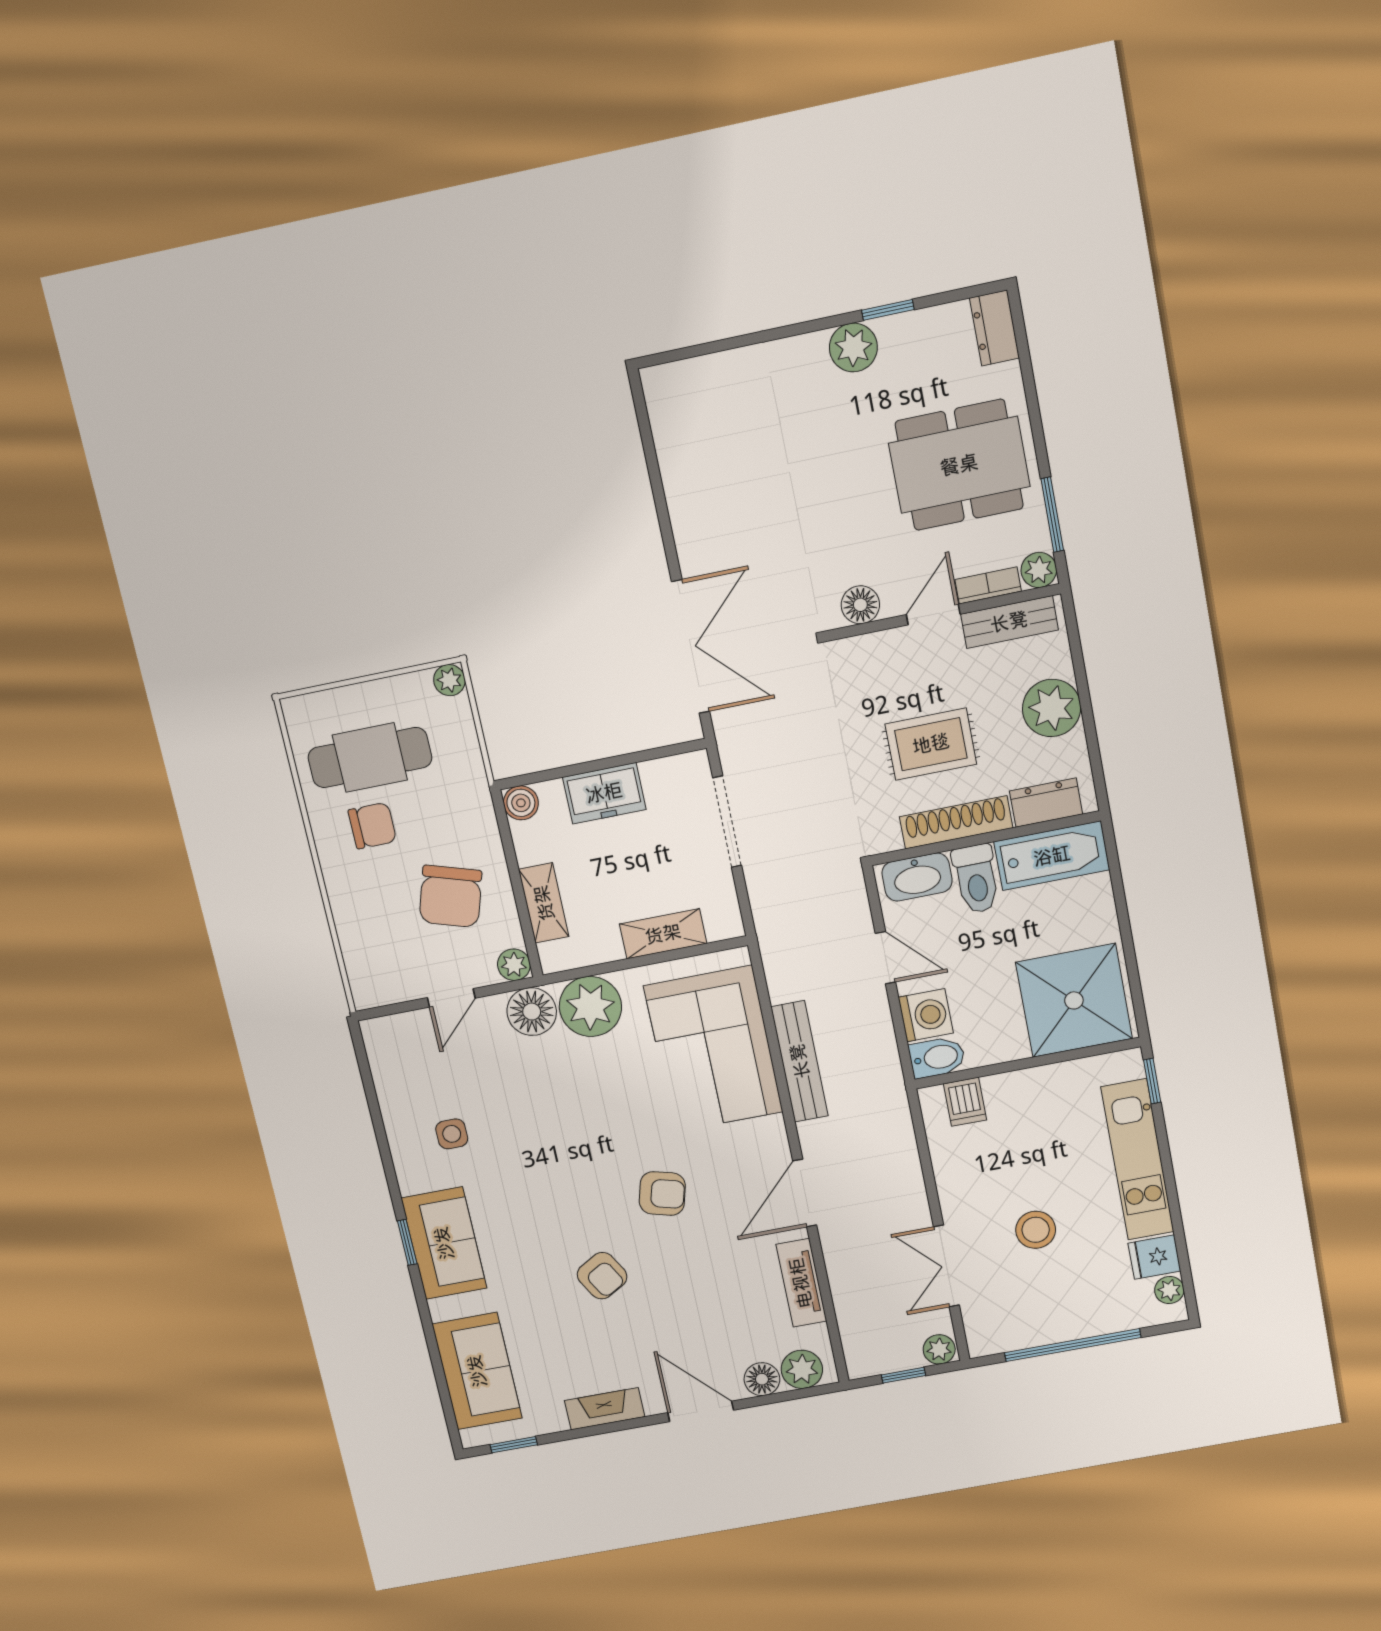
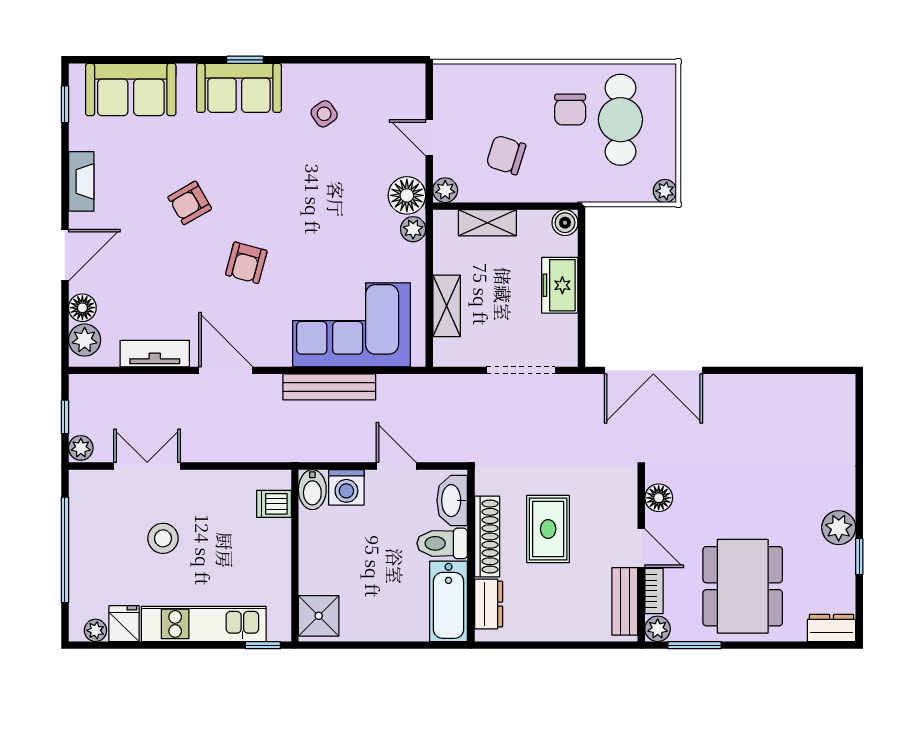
plant: (1052, 708) -> (557, 620), removed
chair: (451, 896) -> (506, 155), width x0.73, depth x0.73
door: (885, 958) -> (396, 466), swing flipped
shower: (1074, 1000) -> (319, 616), width x0.54, depth x0.54
plant: (590, 1007) -> (413, 229), width x0.53, depth x0.53
side table: (452, 1134) -> (324, 114), turned -35

